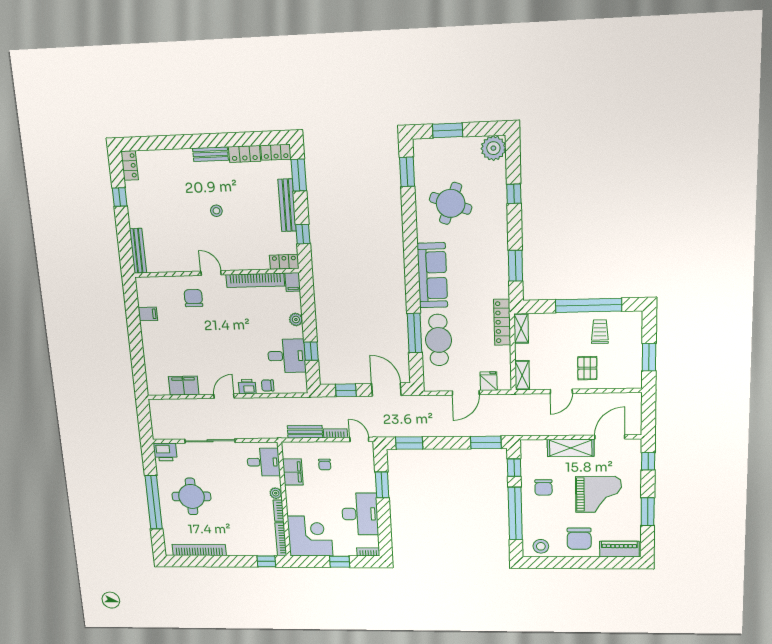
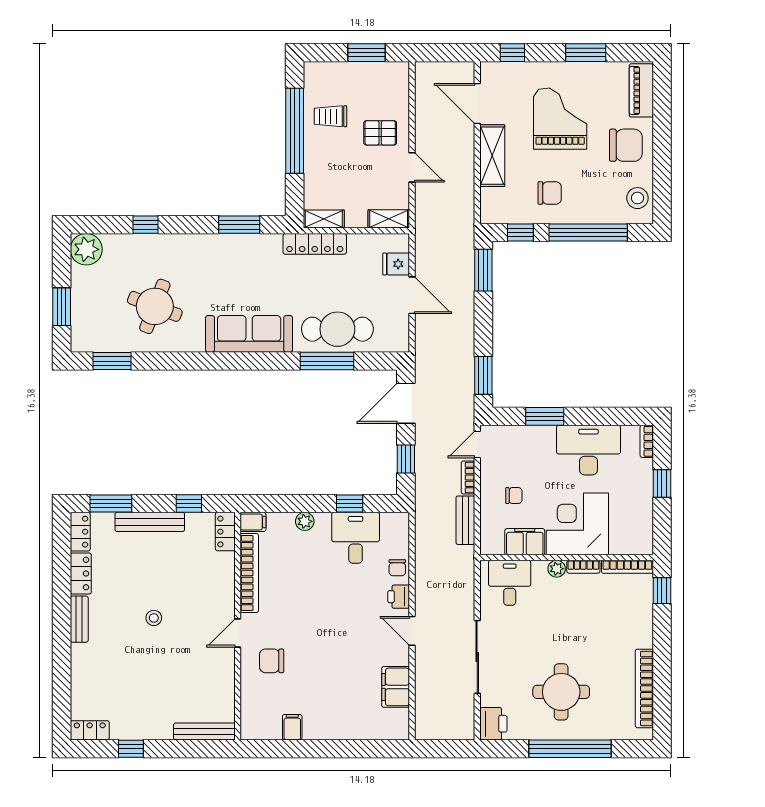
corner desk: (310, 536) -> (577, 524), moved

